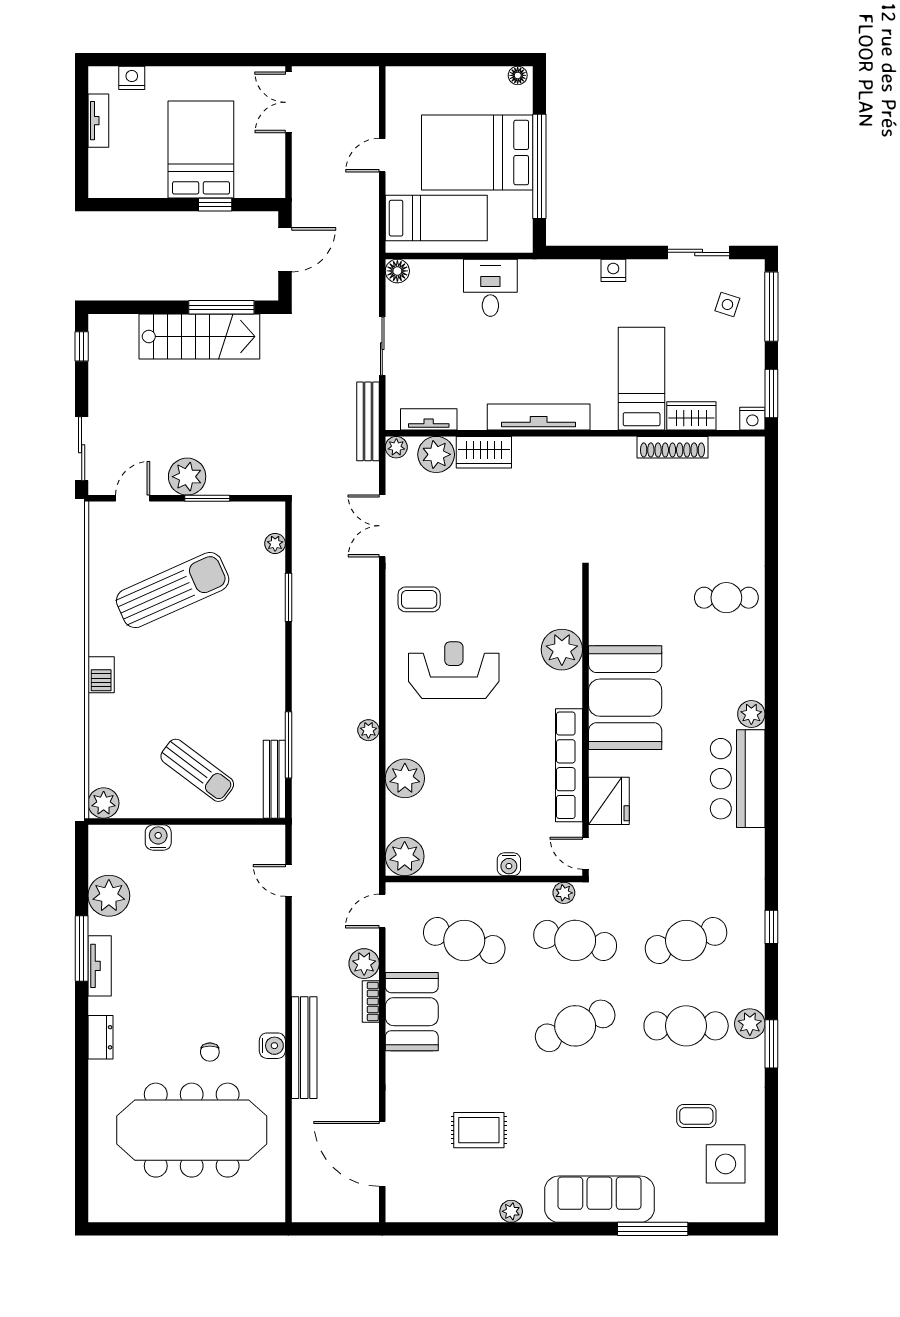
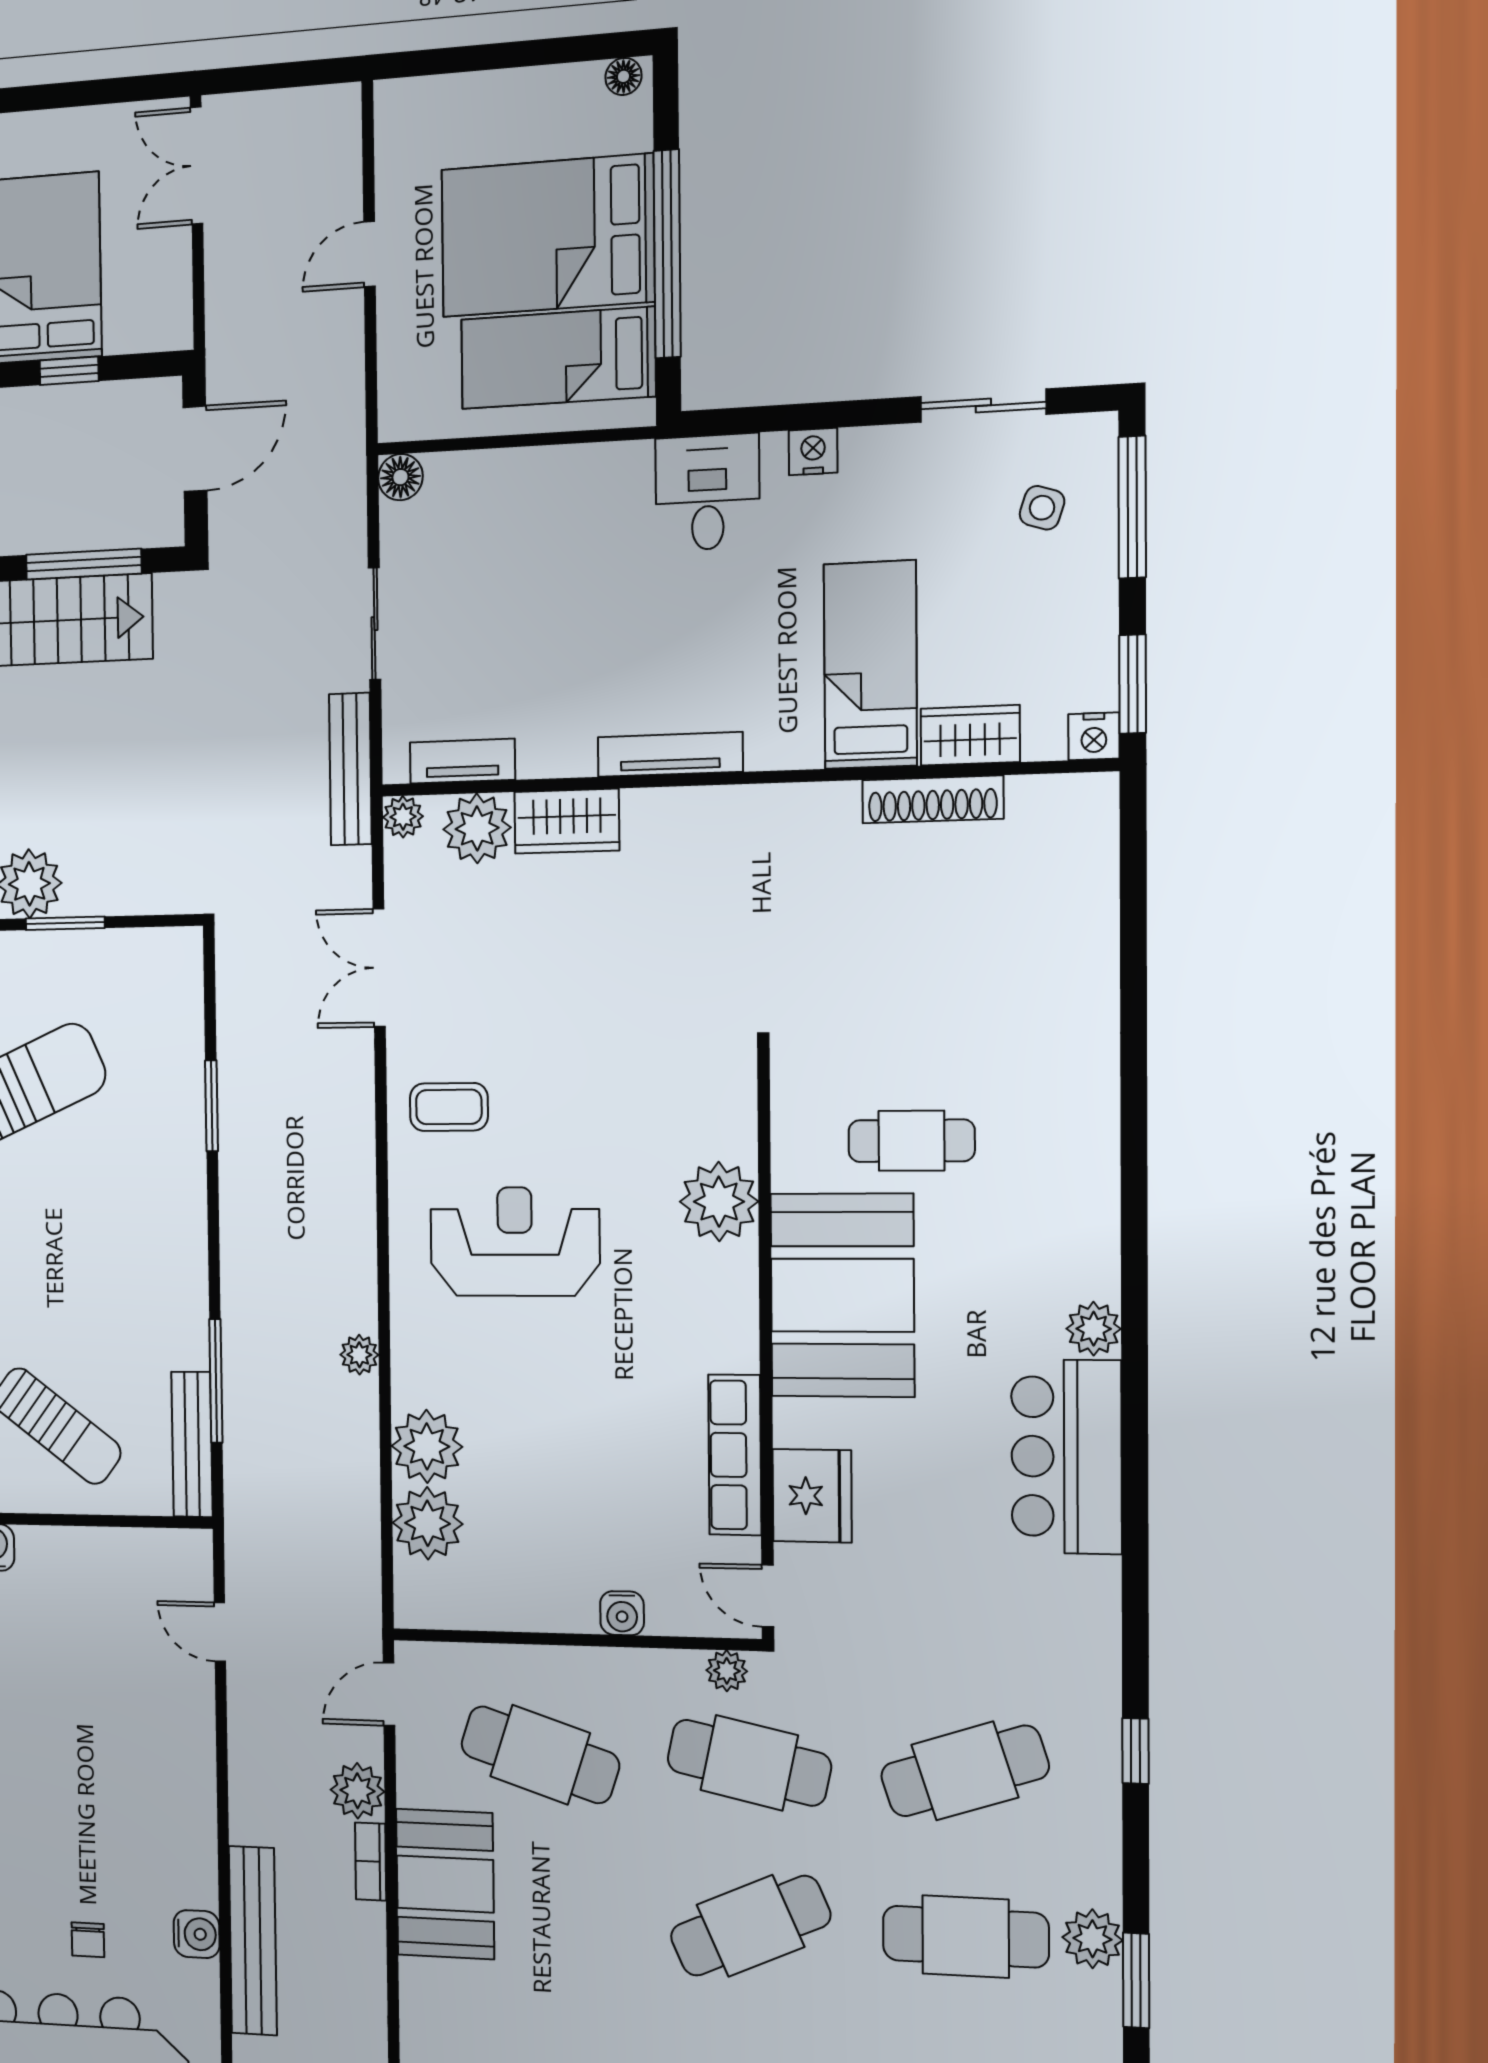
bed: (436, 218) -> (558, 358), moved, turned 180
desk: (490, 288) -> (707, 492), moved
tv unit: (539, 417) -> (670, 754), width x0.73, depth x0.78
plant: (275, 543) -> (186, 1005), removed
cafe table: (726, 598) -> (912, 1141), moved
row of seats: (569, 765) -> (735, 1455), width x0.73
plant: (405, 856) -> (428, 1523), moved

